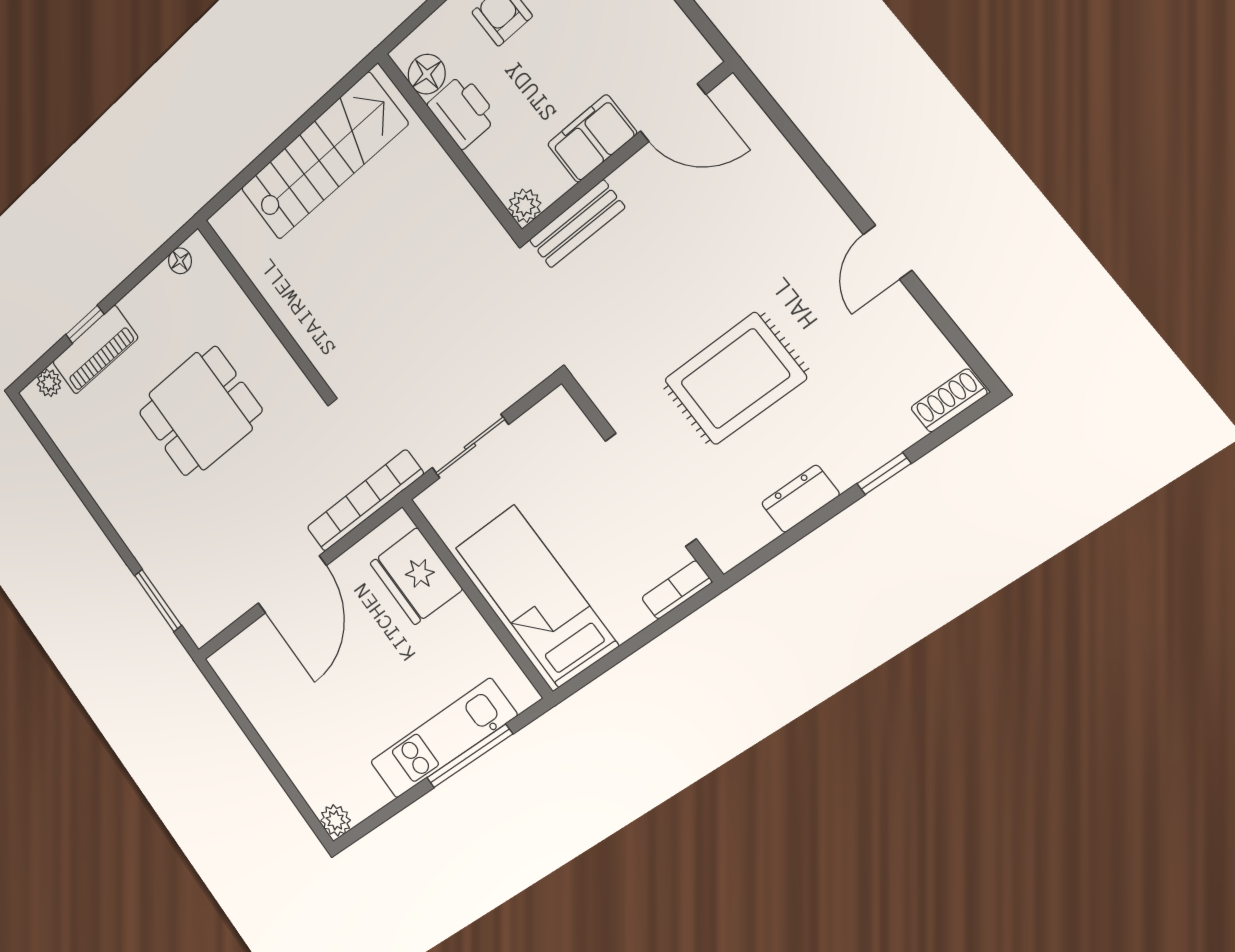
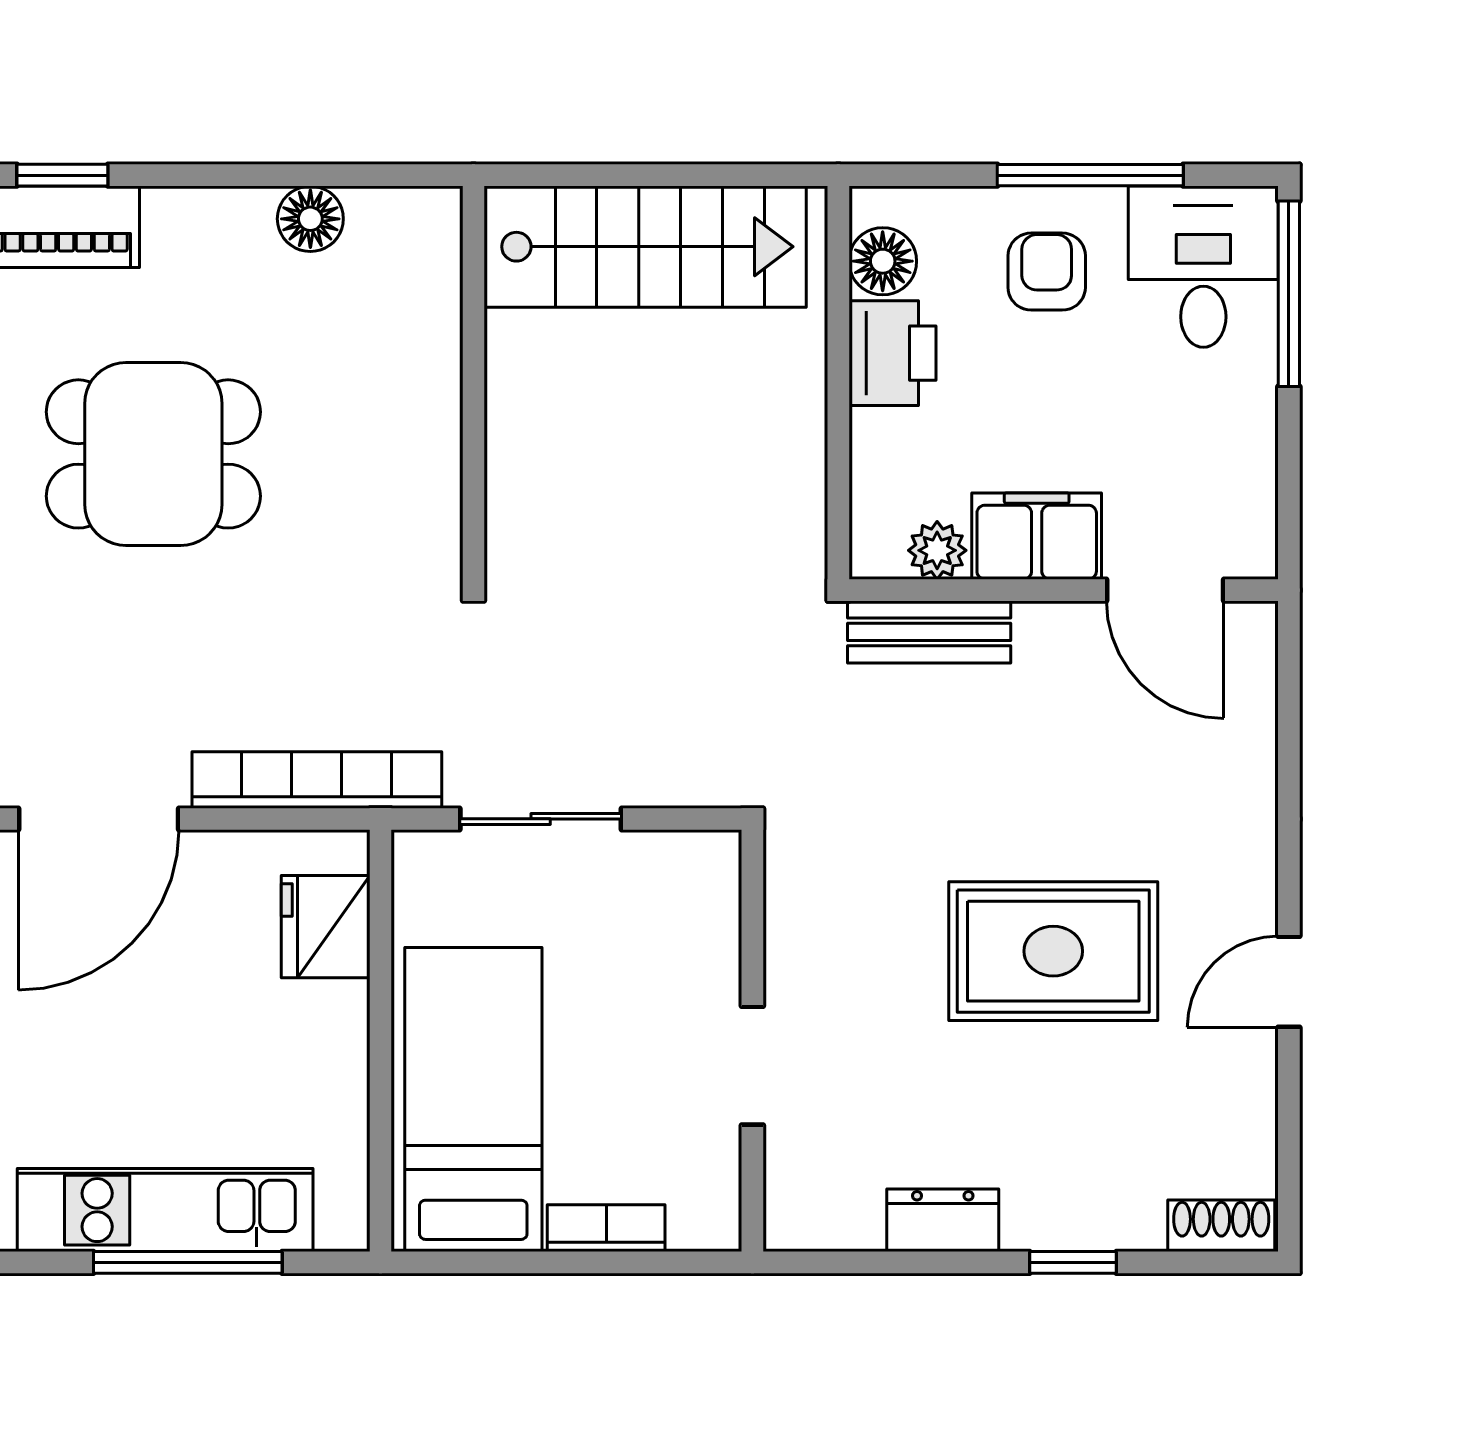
plant: (525, 206) -> (937, 550), moved
floor lamp: (180, 261) -> (310, 219), width x1.37, depth x1.37
wall: (263, 307) -> (473, 383), moved
rug: (735, 379) -> (1053, 951), moved
doorway: (651, 490) -> (752, 1066), width x0.53
fridge: (416, 576) -> (326, 927), width x0.73, depth x0.75
bookcase: (677, 590) -> (606, 1228), moved

